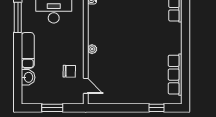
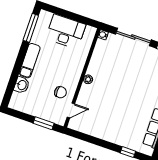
door: (86, 86) -> (71, 110), hinge flipped
window: (52, 108) -> (44, 123), moved

